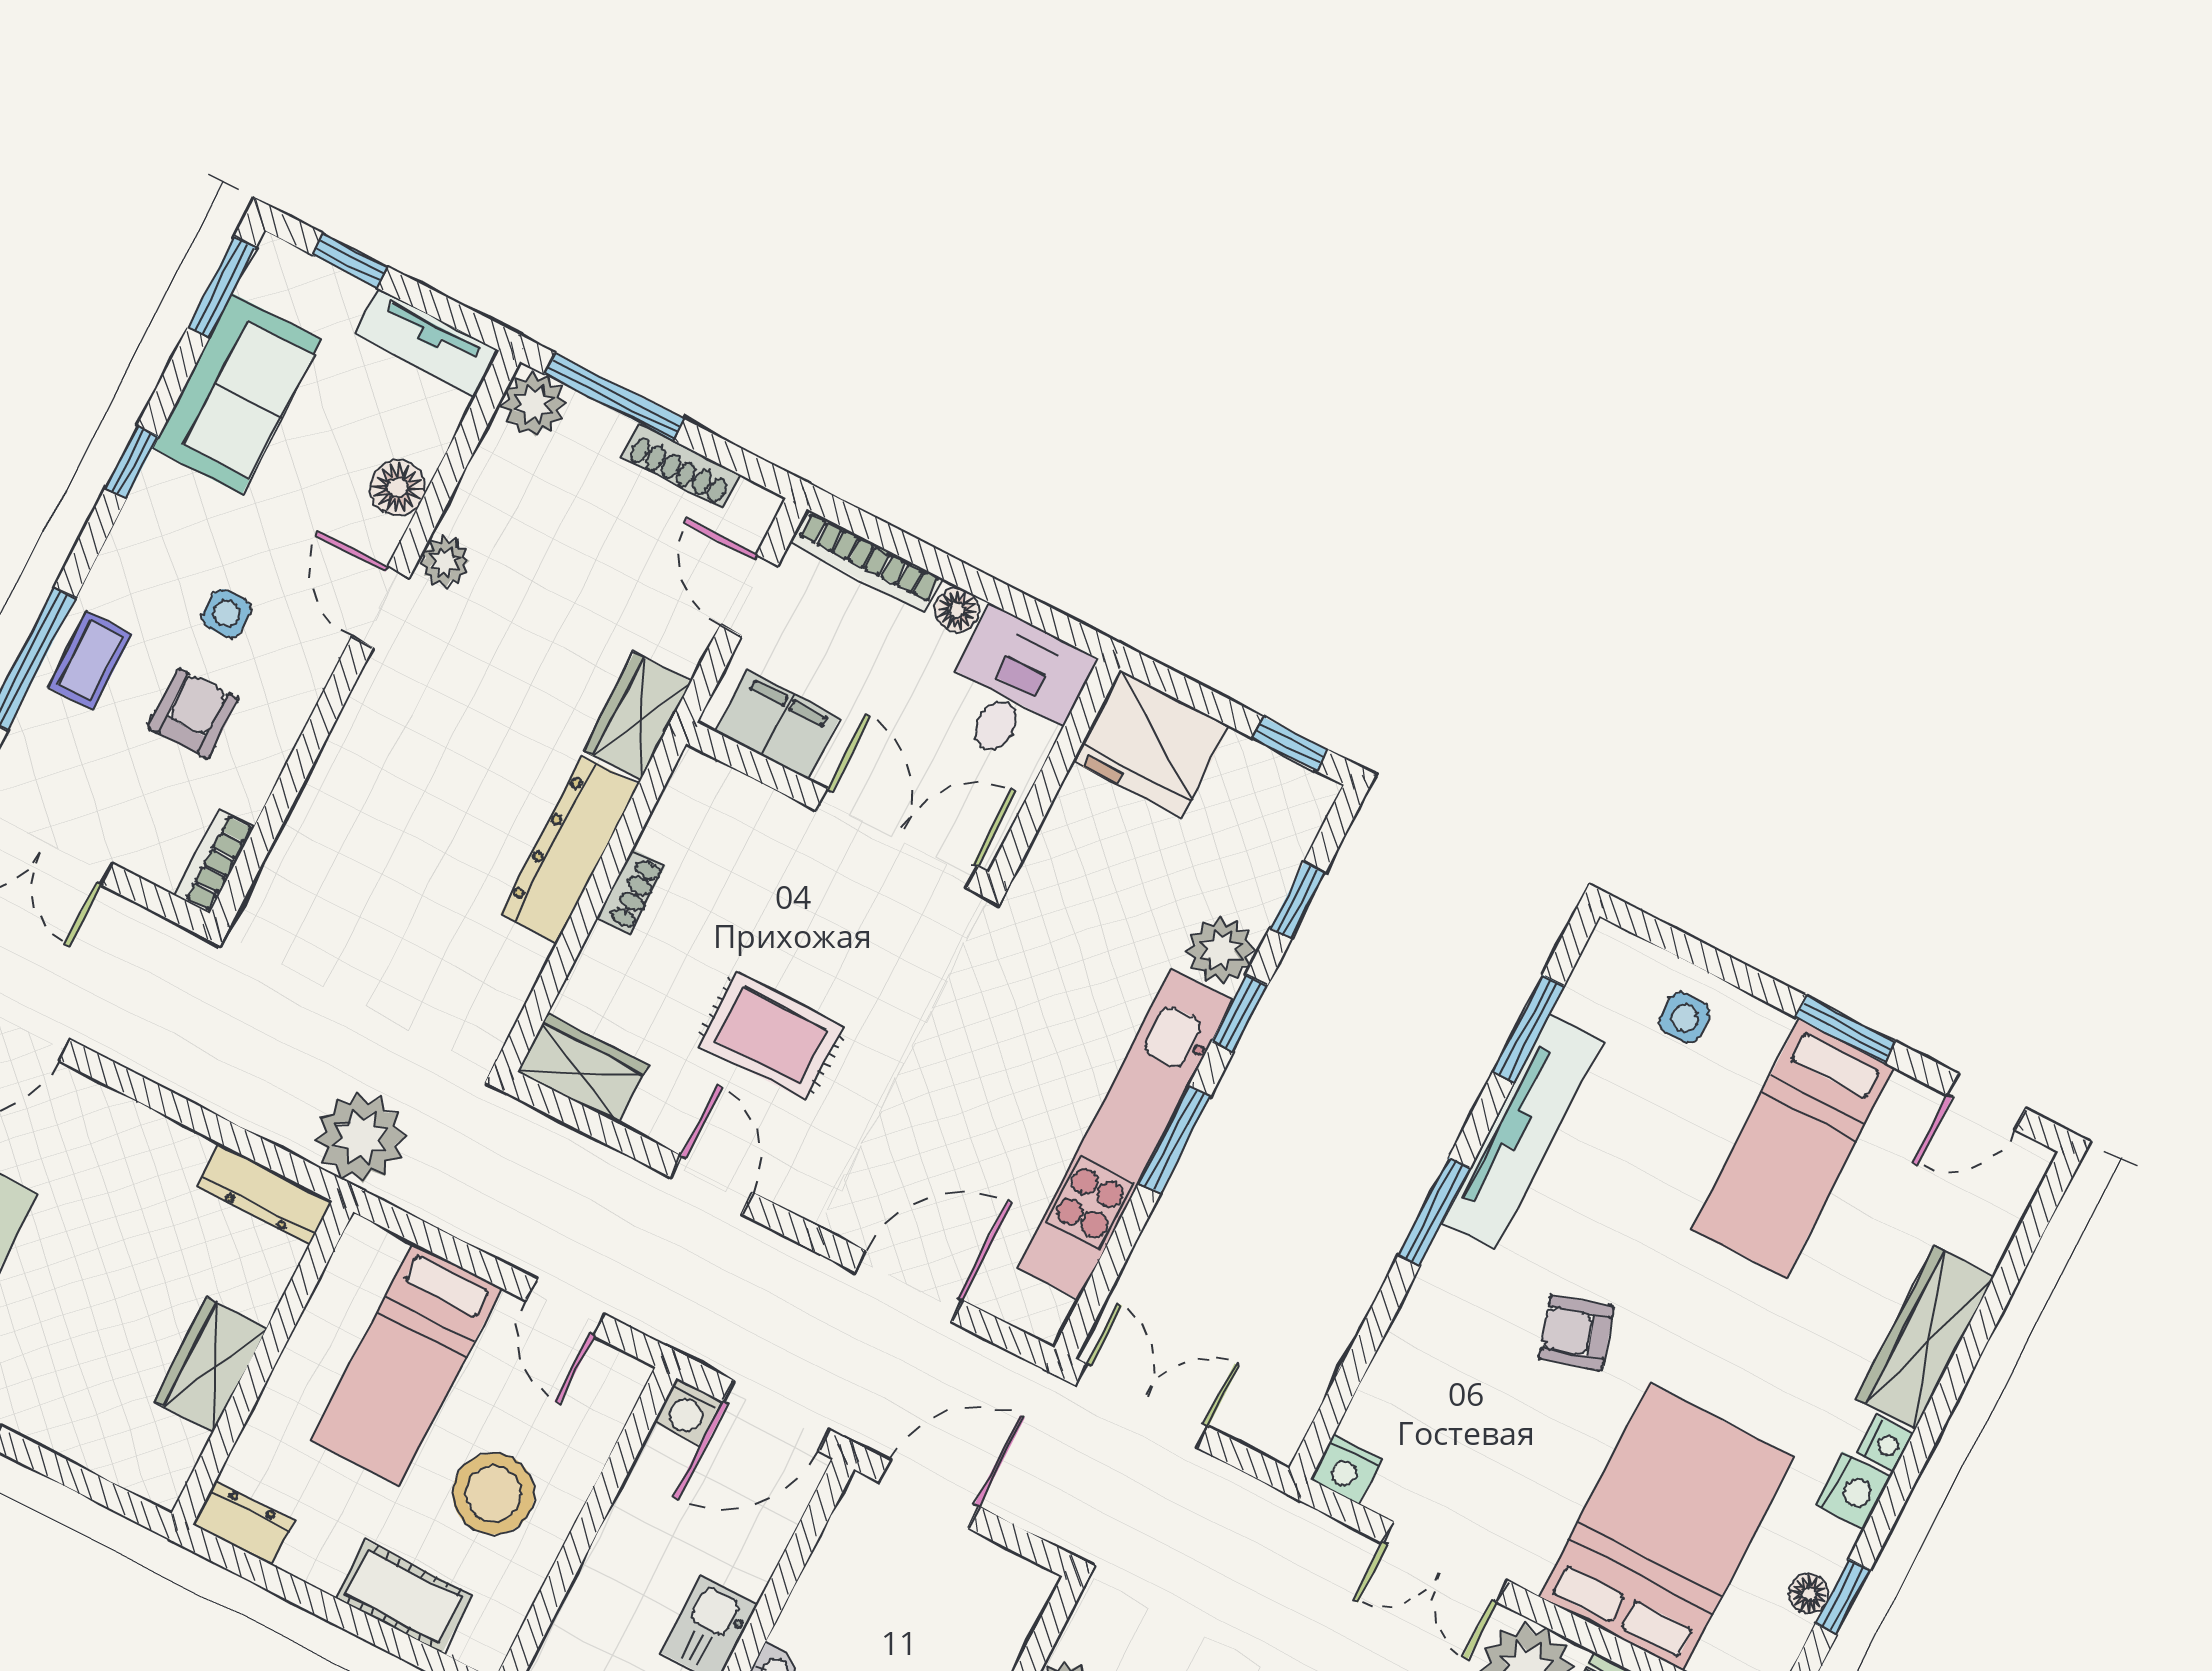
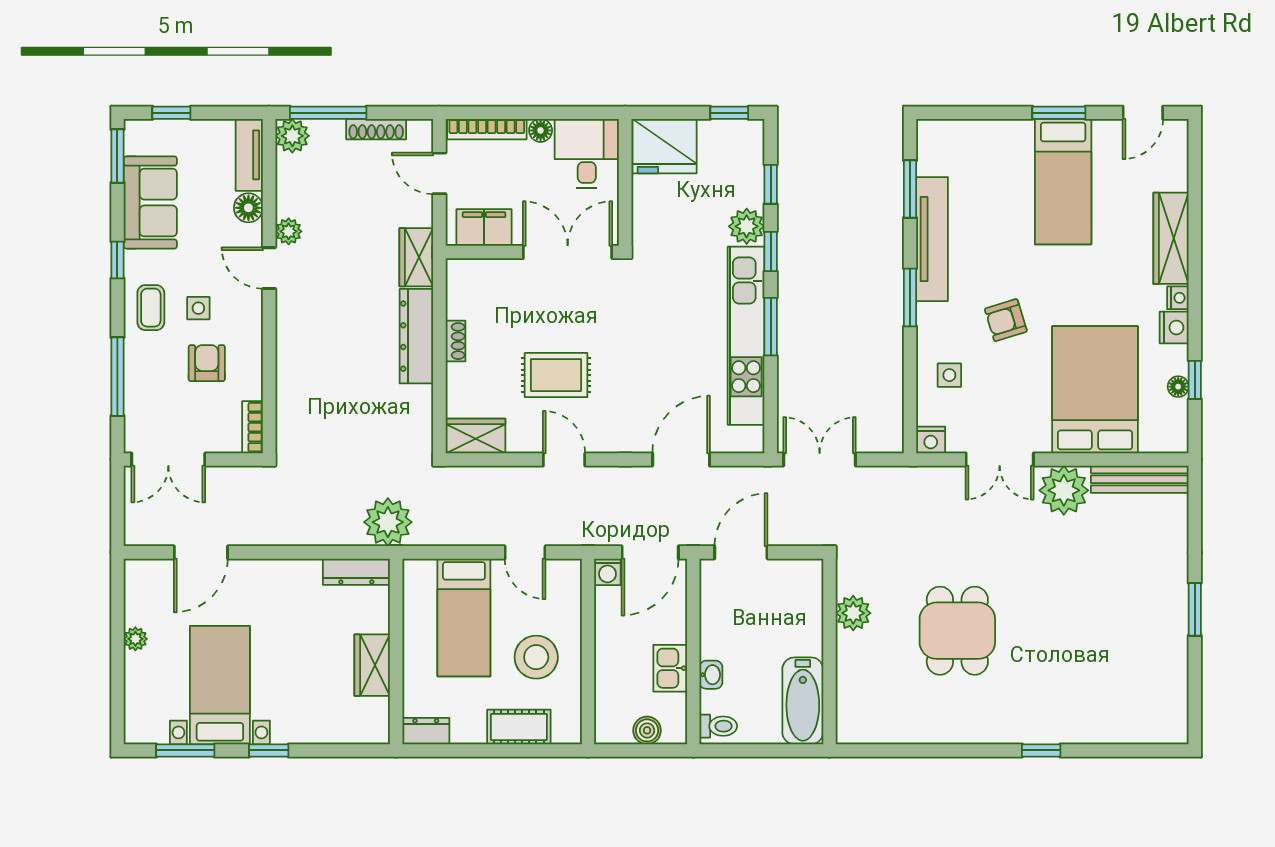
tv unit: (427, 343) -> (249, 155), moved, turned 90
coffee table: (90, 661) -> (151, 308), moved
side table: (1684, 1017) -> (949, 375), moved

